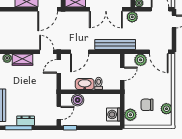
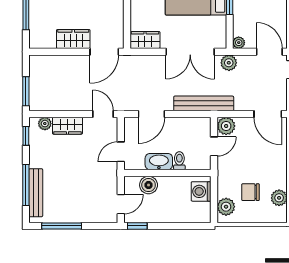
plant: (141, 60) -> (226, 126), moved
door: (59, 66) -> (121, 152), moved
washing machine: (113, 114) -> (201, 191), moved
dresser: (26, 121) -> (72, 216), removed

